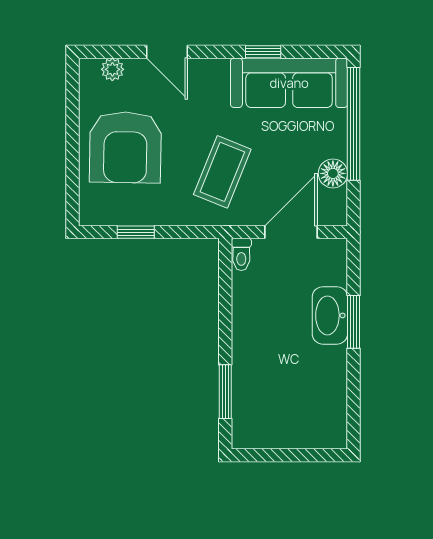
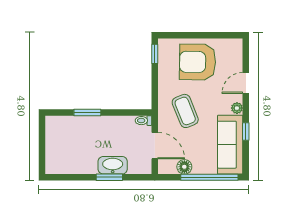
plant: (112, 69) -> (237, 108), moved
coffee table: (222, 172) -> (185, 111), turned 46
window: (136, 232) -> (155, 54), moved
window: (225, 392) -> (87, 112), moved

